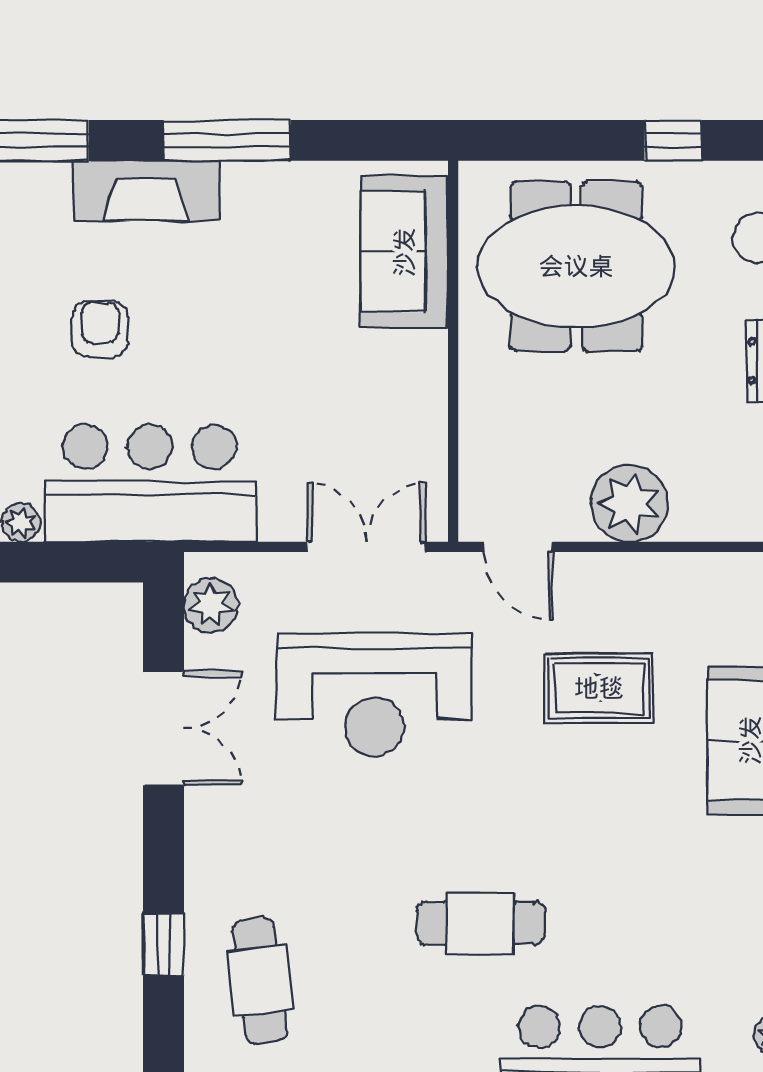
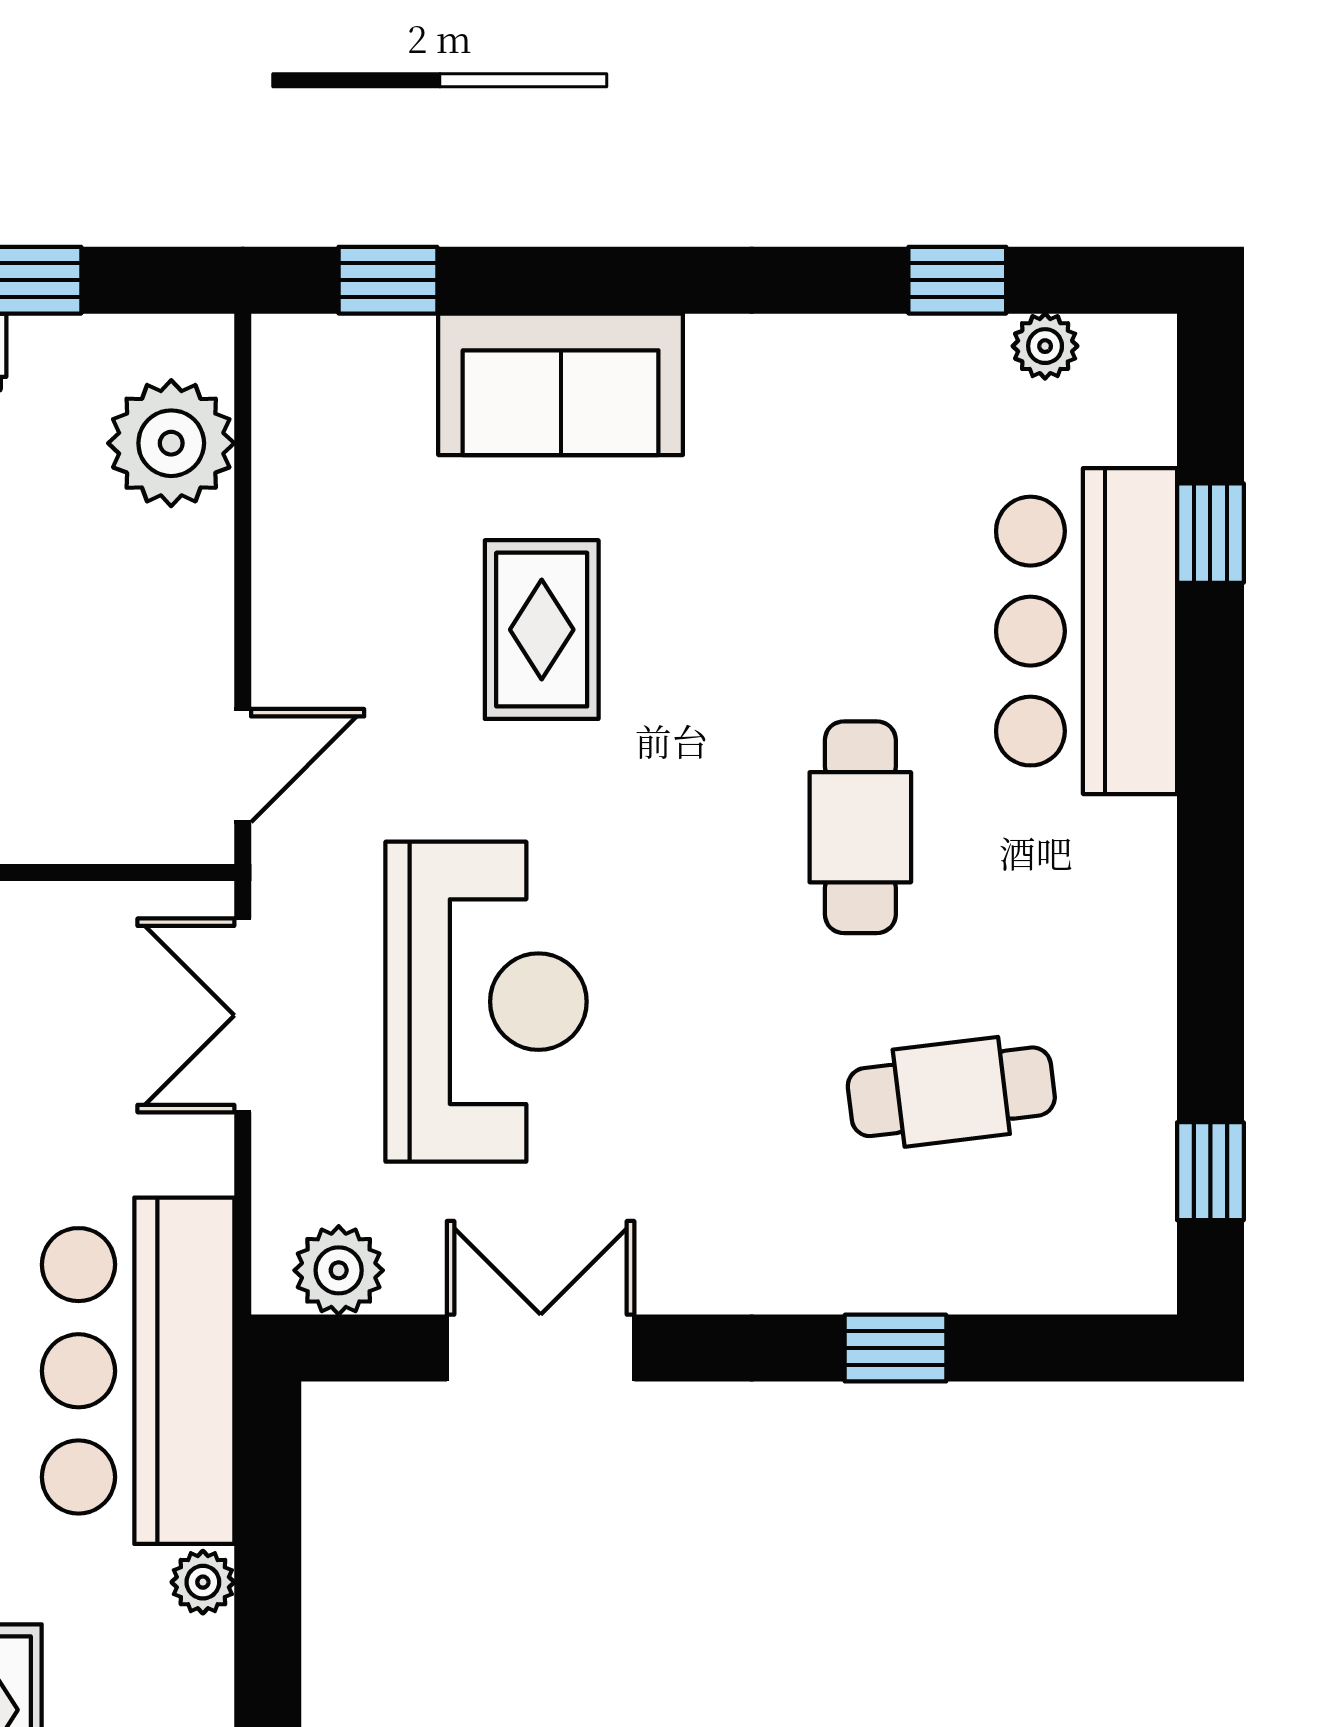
plant: (629, 503) -> (171, 443), moved
rug: (599, 688) -> (542, 630), moved
cafe table: (260, 981) -> (951, 1092), moved

